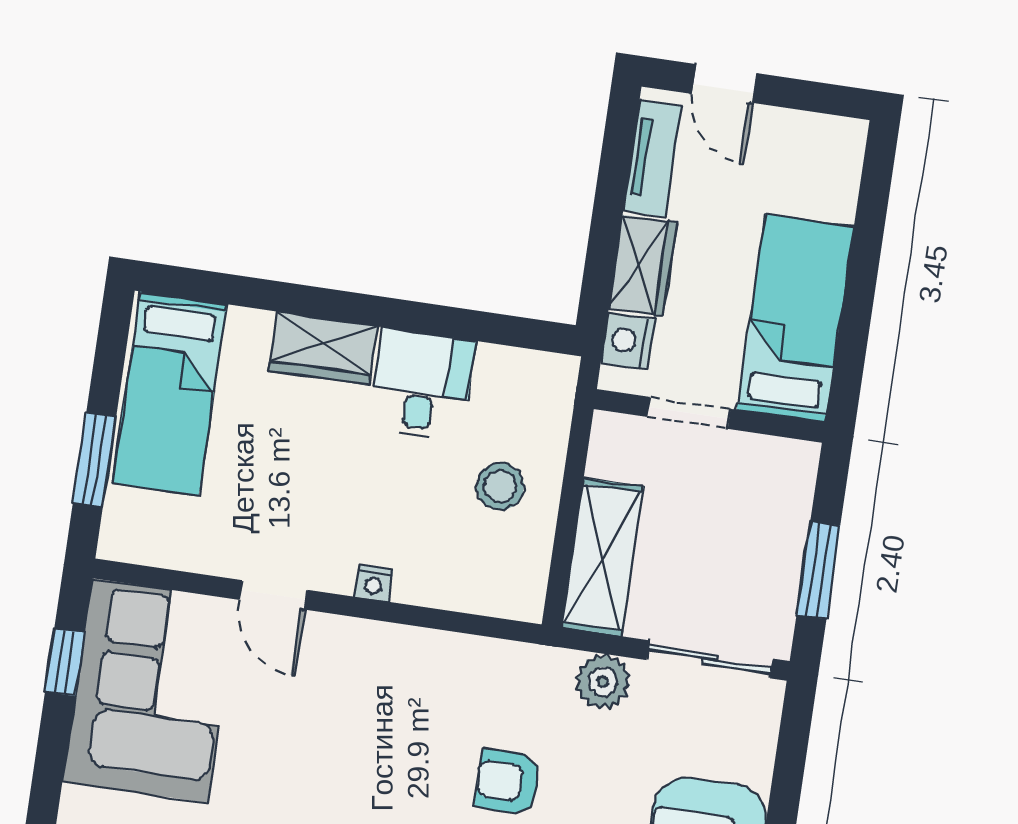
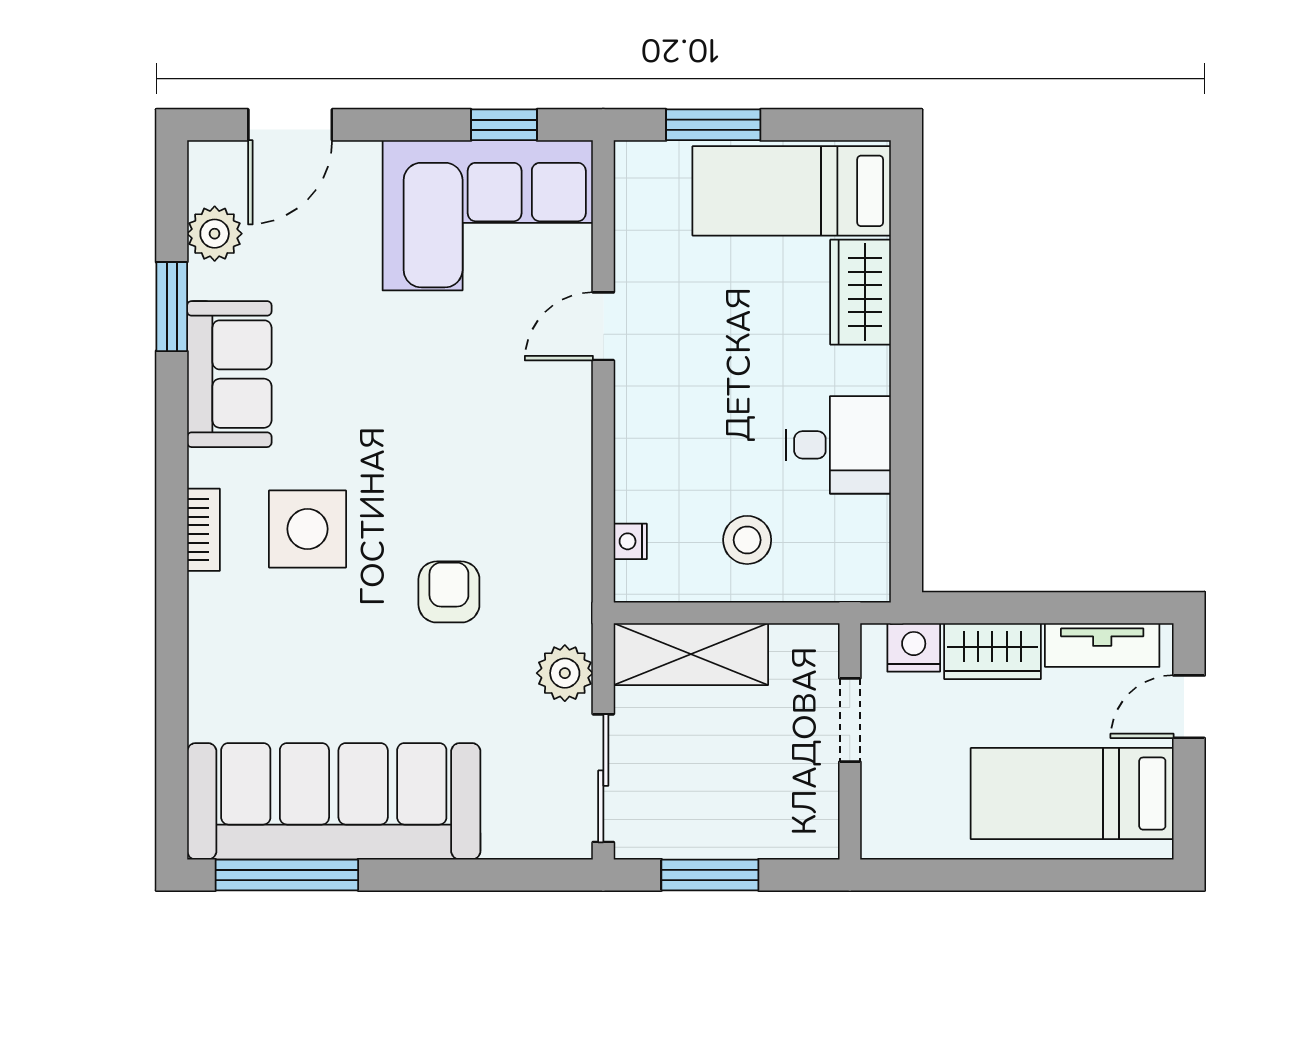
bed: (795, 318) -> (1072, 794), moved, turned 180
wardrobe: (323, 348) -> (861, 292), moved
nightstand: (374, 583) -> (630, 541), moved

